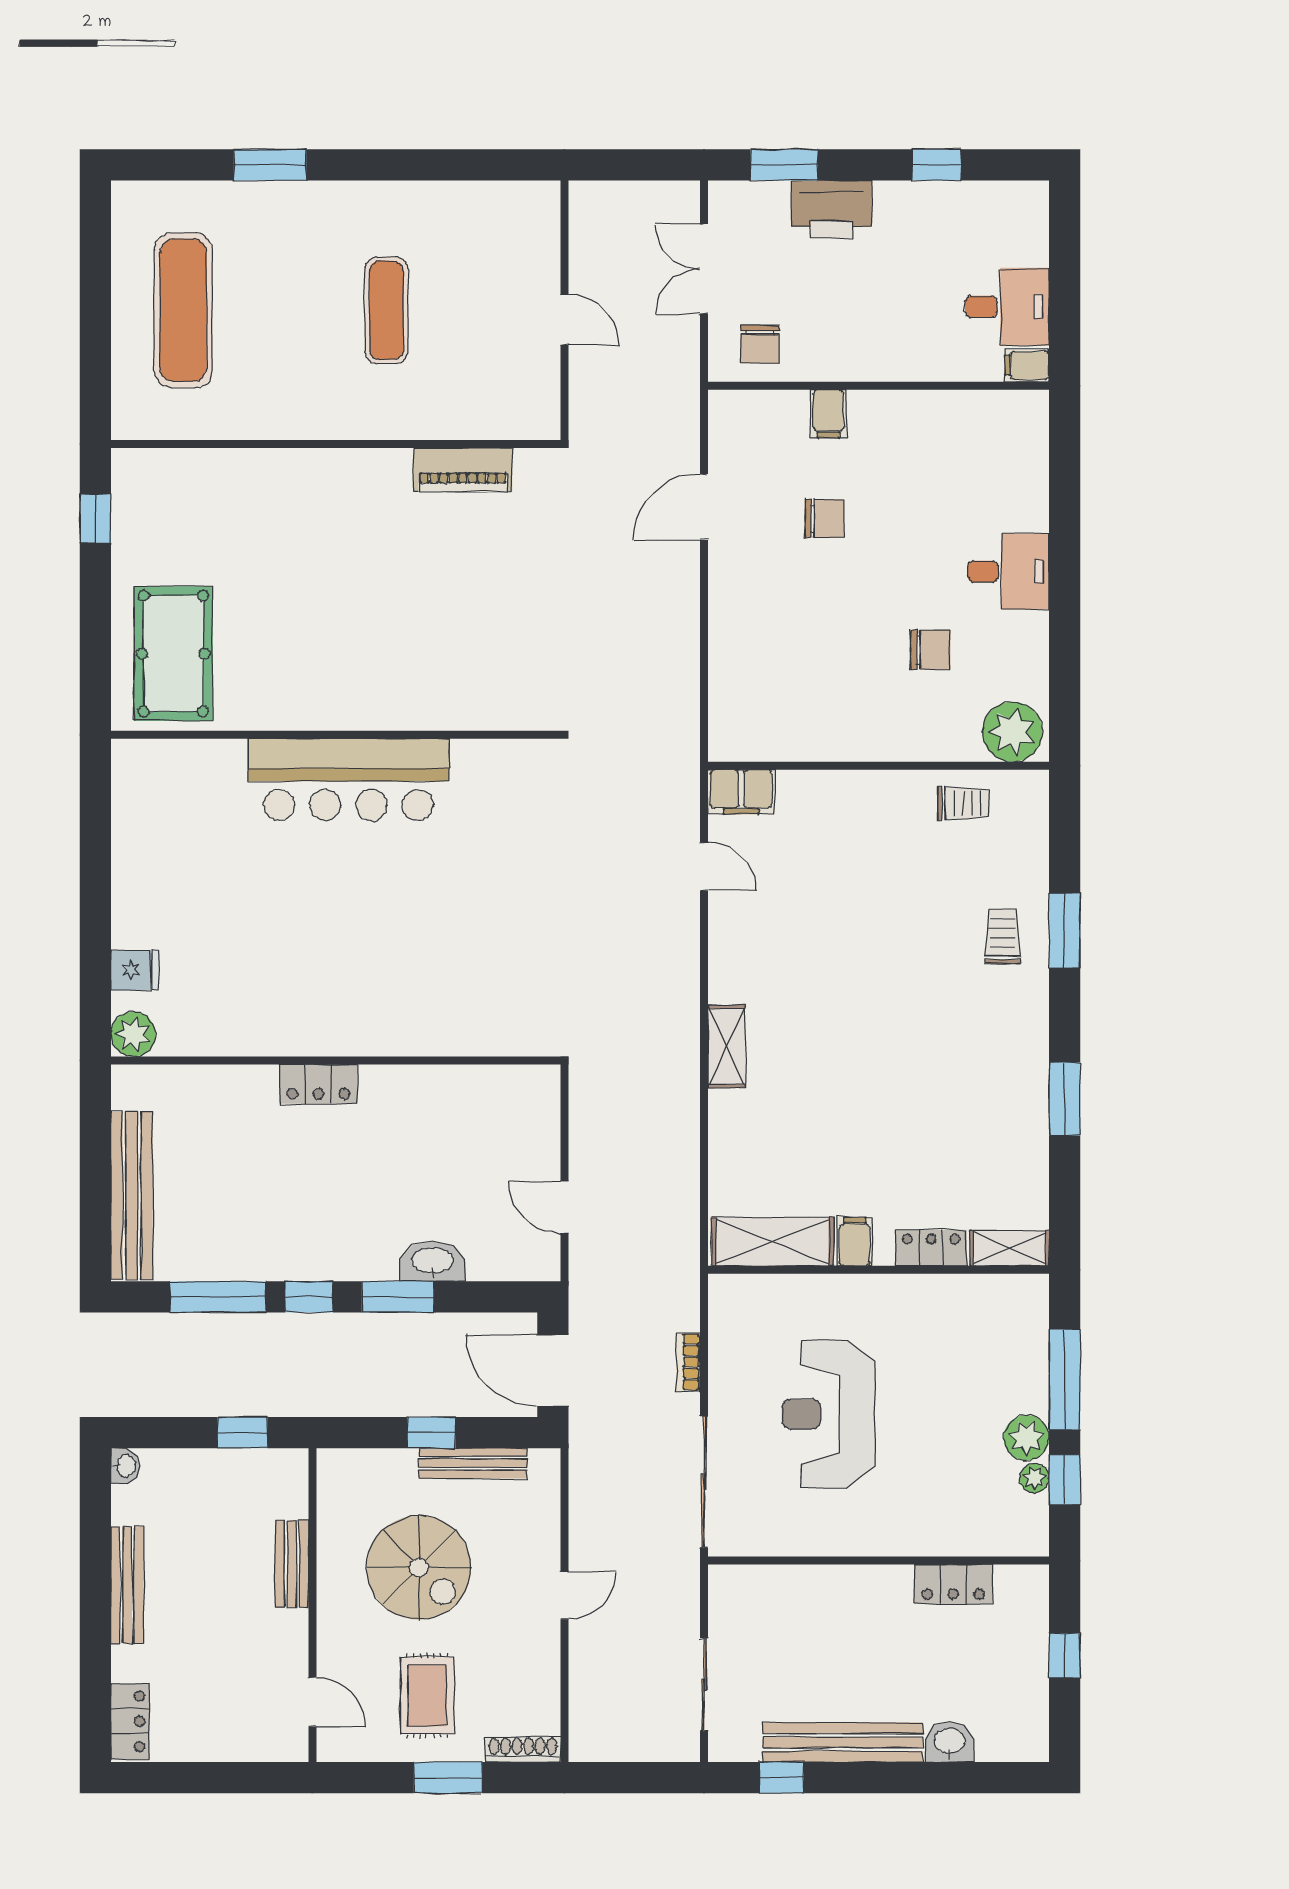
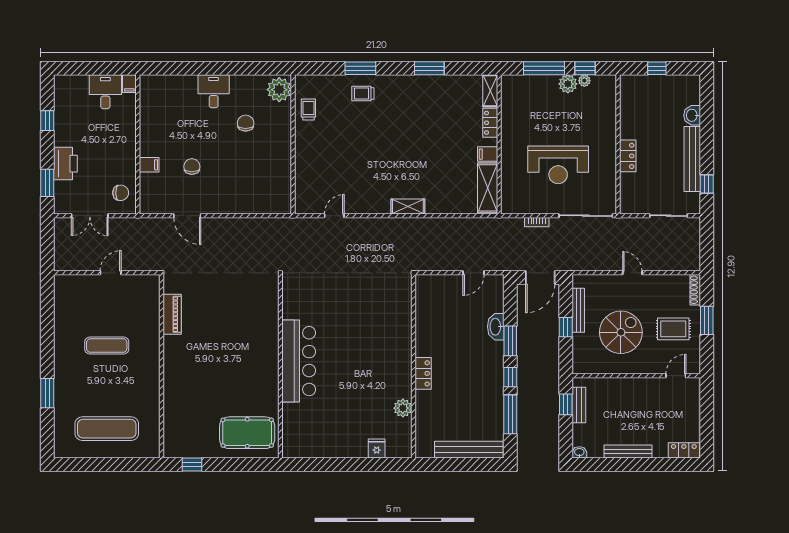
filing cabinet: (741, 792) -> (304, 200), removed
plant: (133, 1034) -> (403, 408), moved
bench: (292, 1564) -> (579, 405), moved, turned 90
locker: (953, 1584) -> (628, 156), moved

